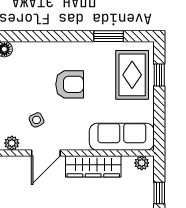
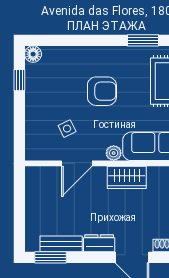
plant: (12, 143) -> (114, 153), moved
wardrobe: (93, 166) -> (127, 177), width x0.67

